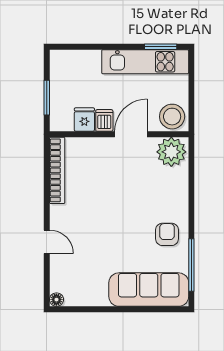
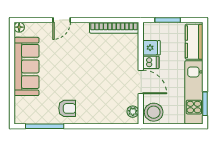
kitchen counter: (76, 61) -> (194, 42), added
plant: (171, 152) -> (133, 112), width x0.53, depth x0.53
sofa: (149, 290) -> (27, 66), moved

